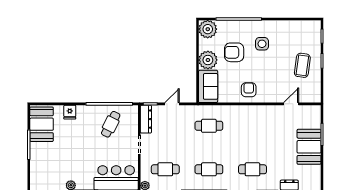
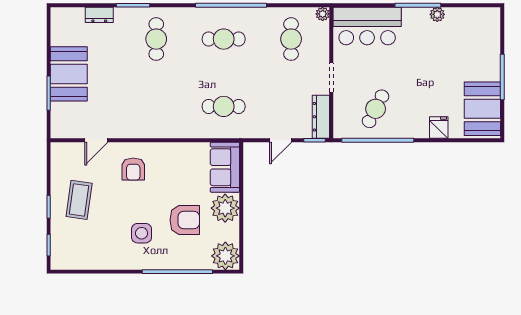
armchair: (249, 90) -> (133, 169), moved
cafe table: (165, 169) -> (291, 39), turned 90
cafe table: (252, 169) -> (156, 39), turned 90

